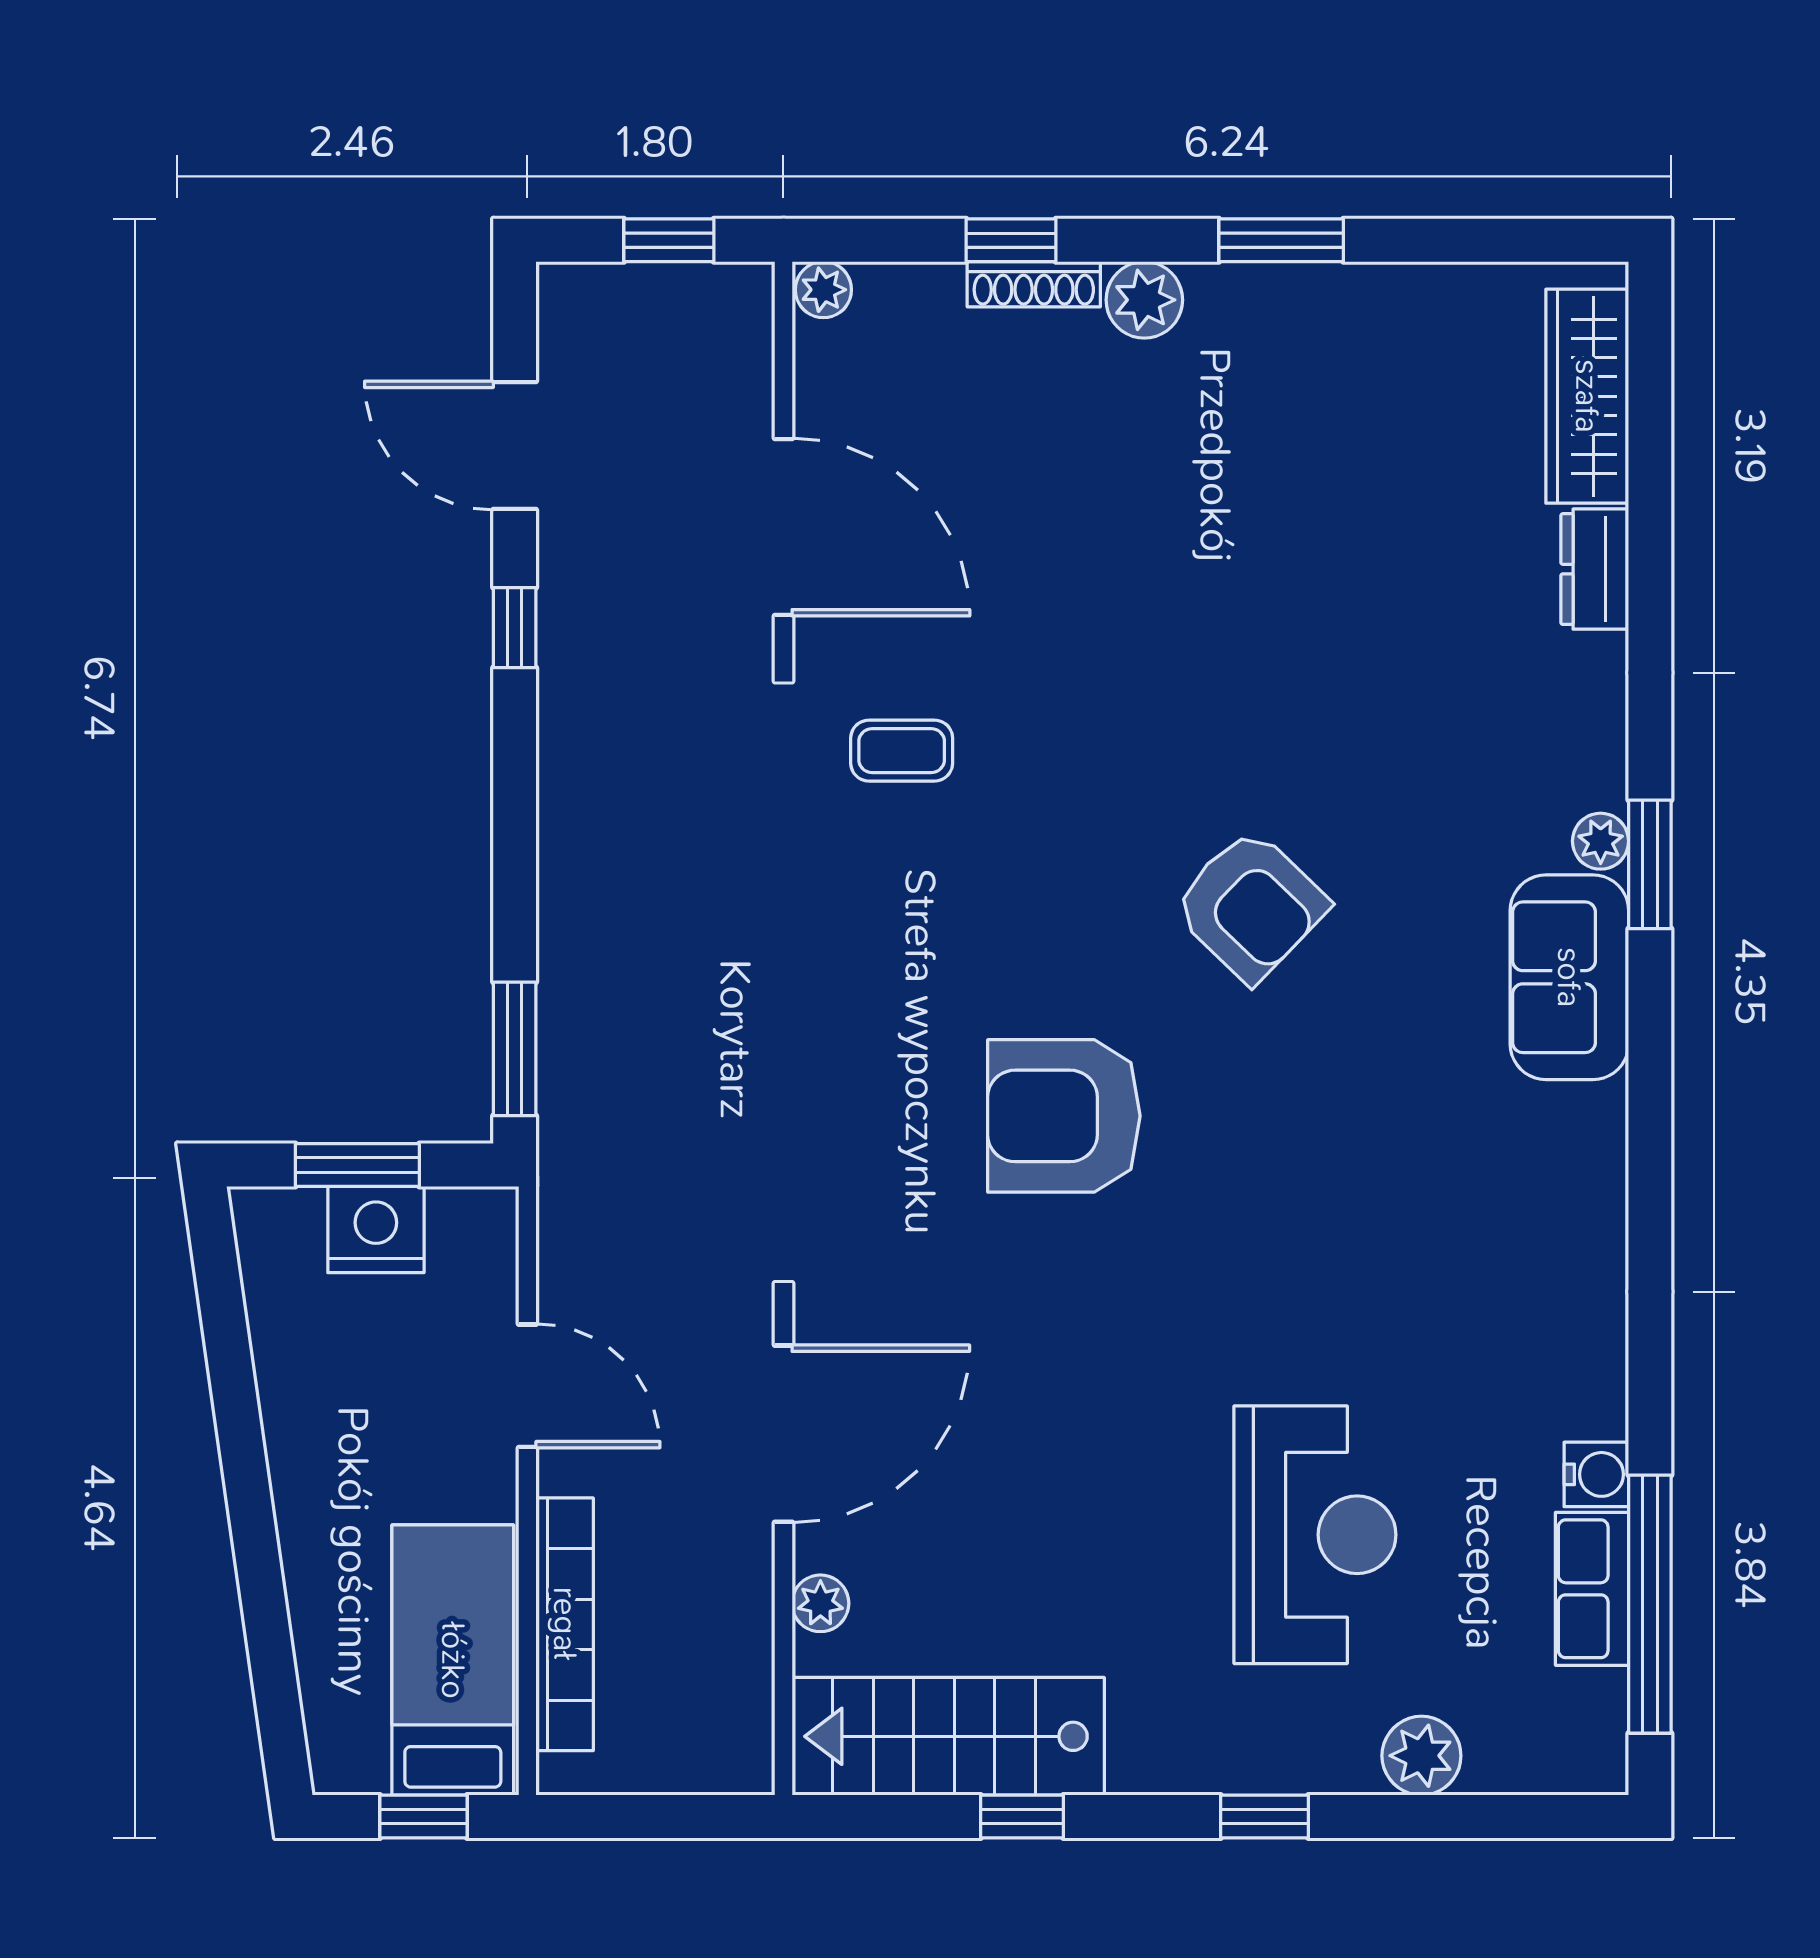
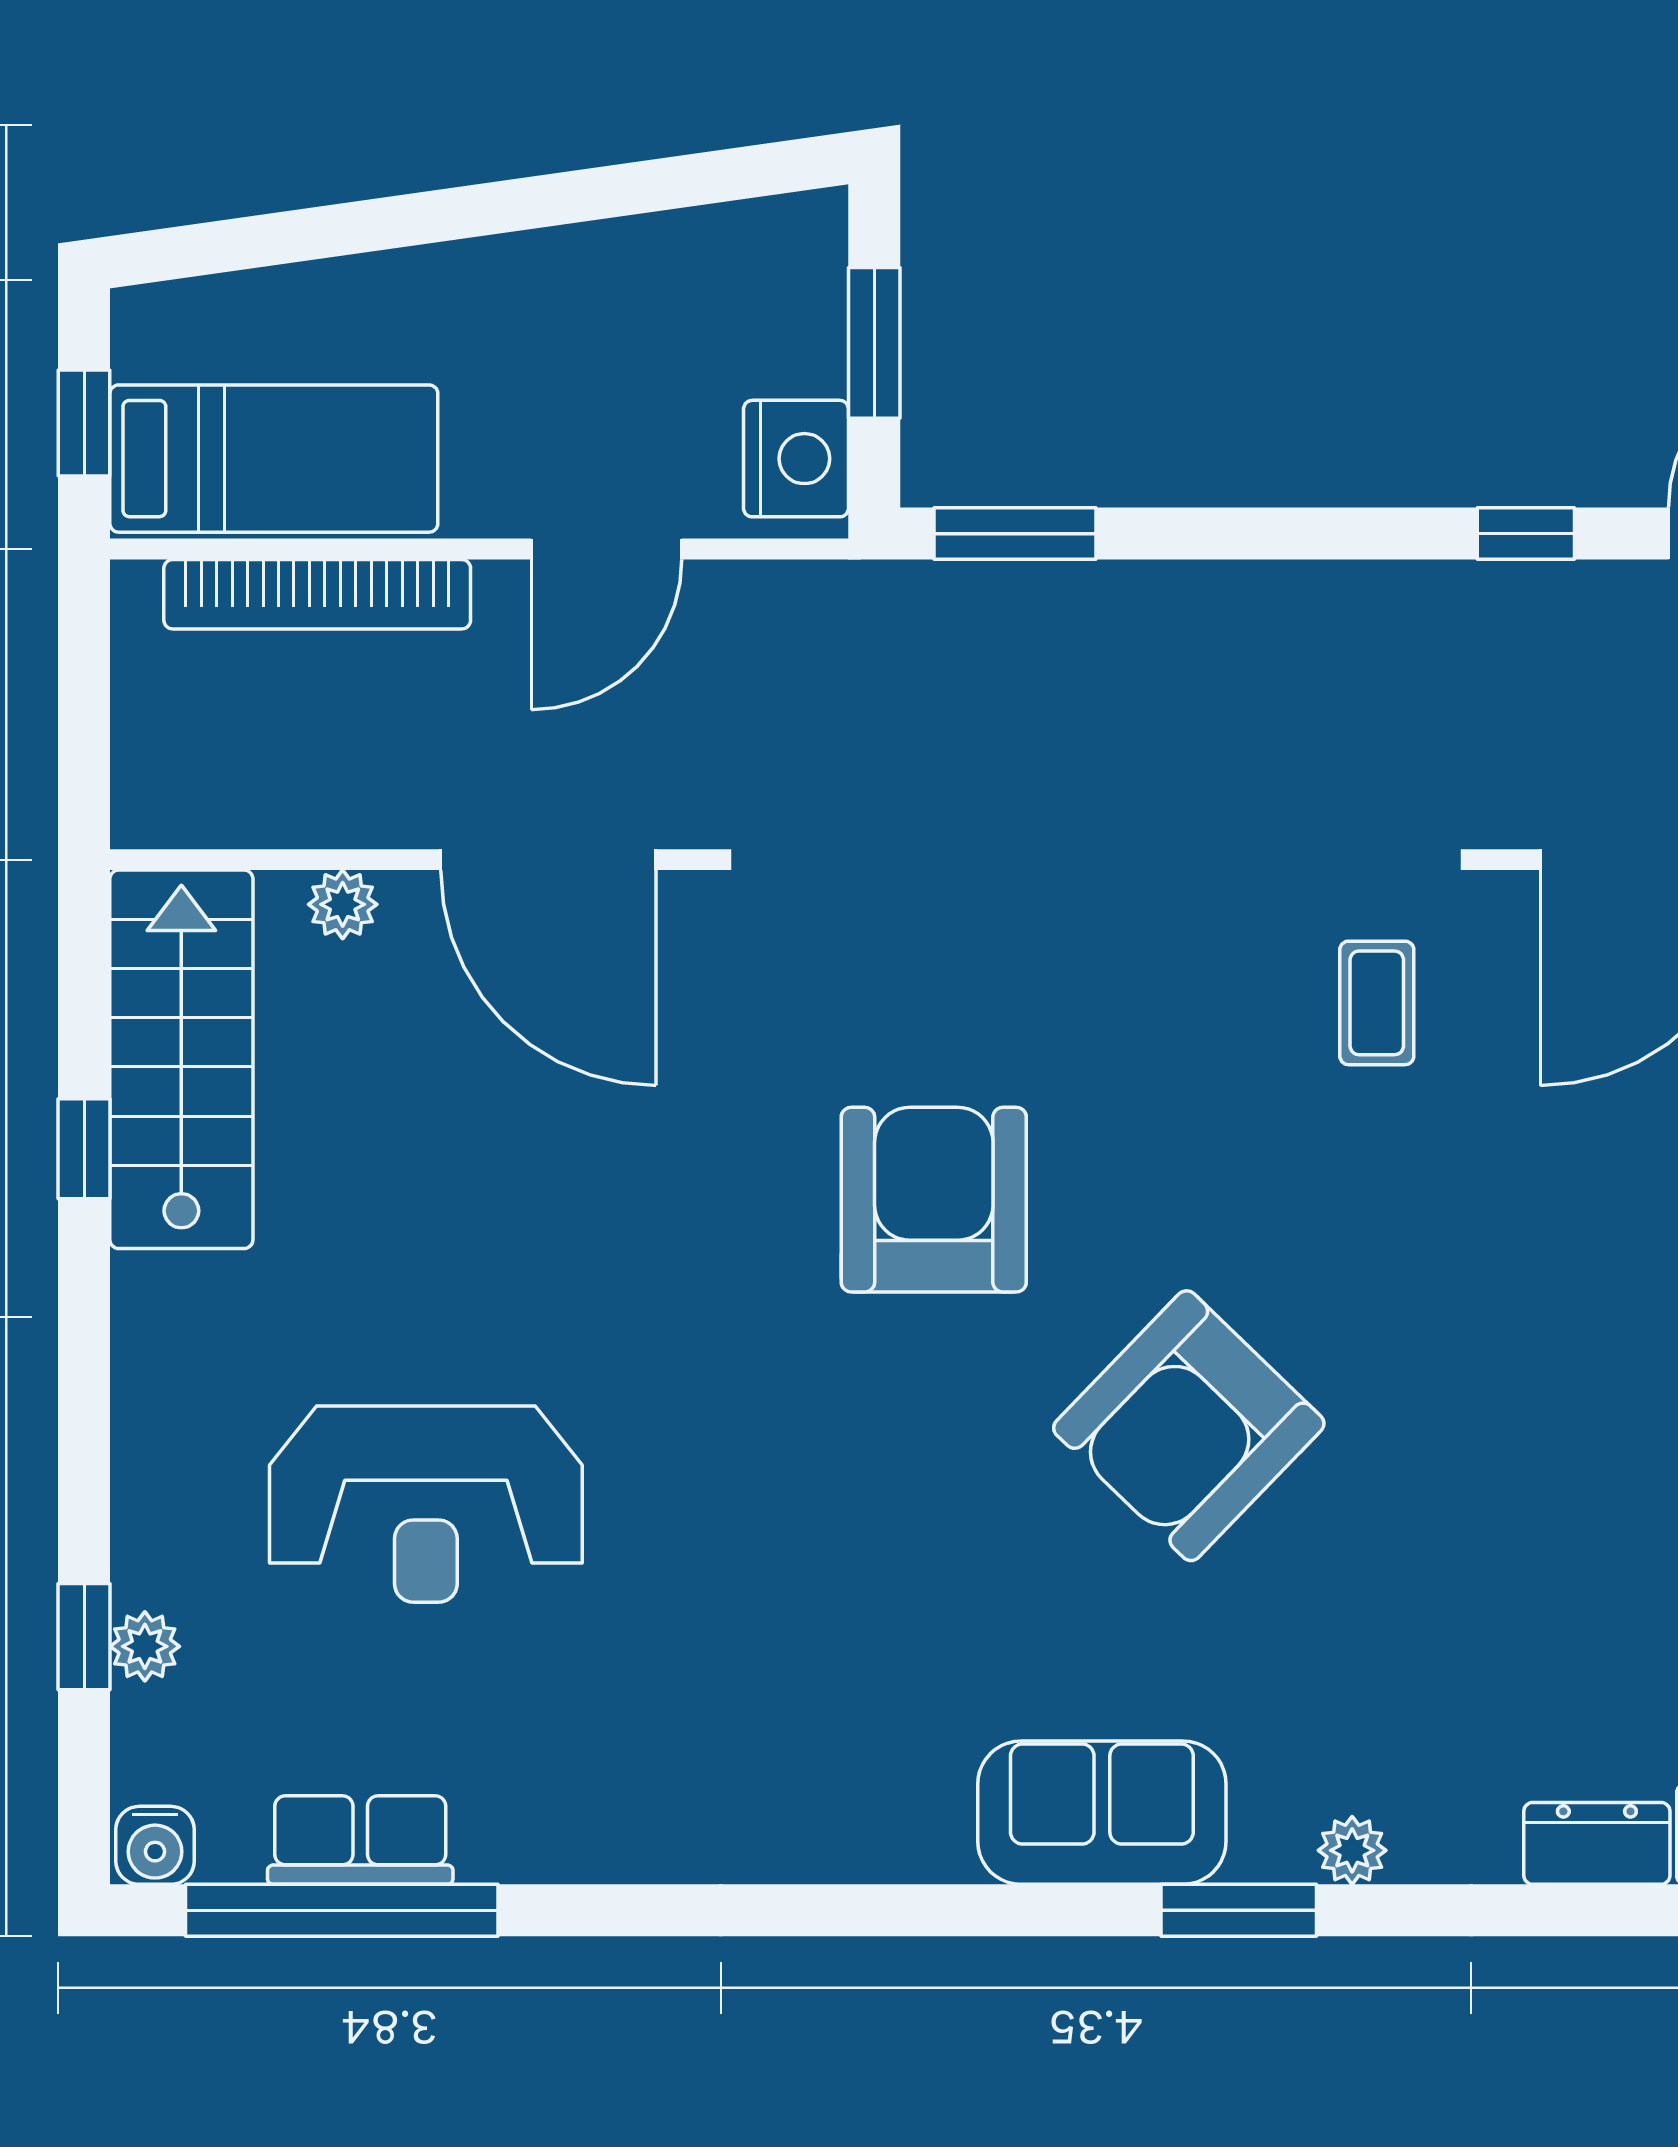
plant: (1601, 841) -> (1352, 1850), moved
armchair: (1250, 906) -> (1189, 1426), width x1.36, depth x1.36
nightstand: (376, 1230) -> (796, 459), moved
water cooler: (1596, 1474) -> (155, 1845), moved
plant: (1421, 1756) -> (145, 1646), width x0.73, depth x0.73
window: (1264, 1817) -> (84, 1637), moved

